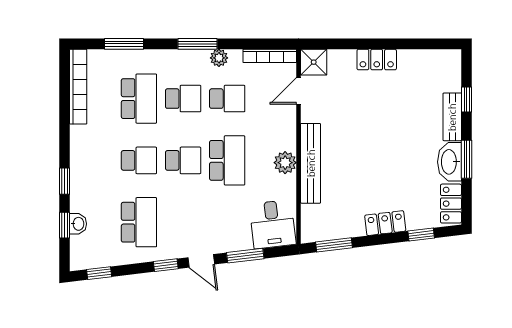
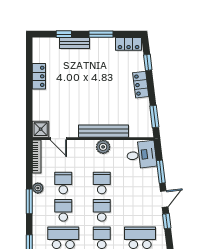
locker: (377, 60) -> (39, 76), moved
school desk: (227, 160) -> (102, 183), width x0.54
washbasin: (450, 162) -> (103, 45), removed

